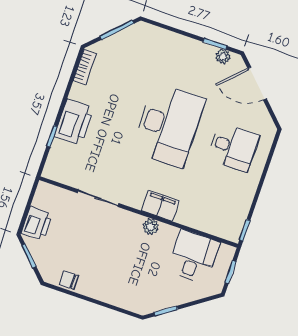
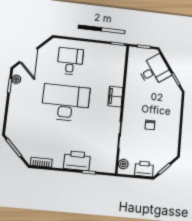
plant: (151, 227) -> (123, 164), moved
desk: (193, 257) -> (154, 70), moved, turned 145
chair: (69, 280) -> (150, 125), moved

